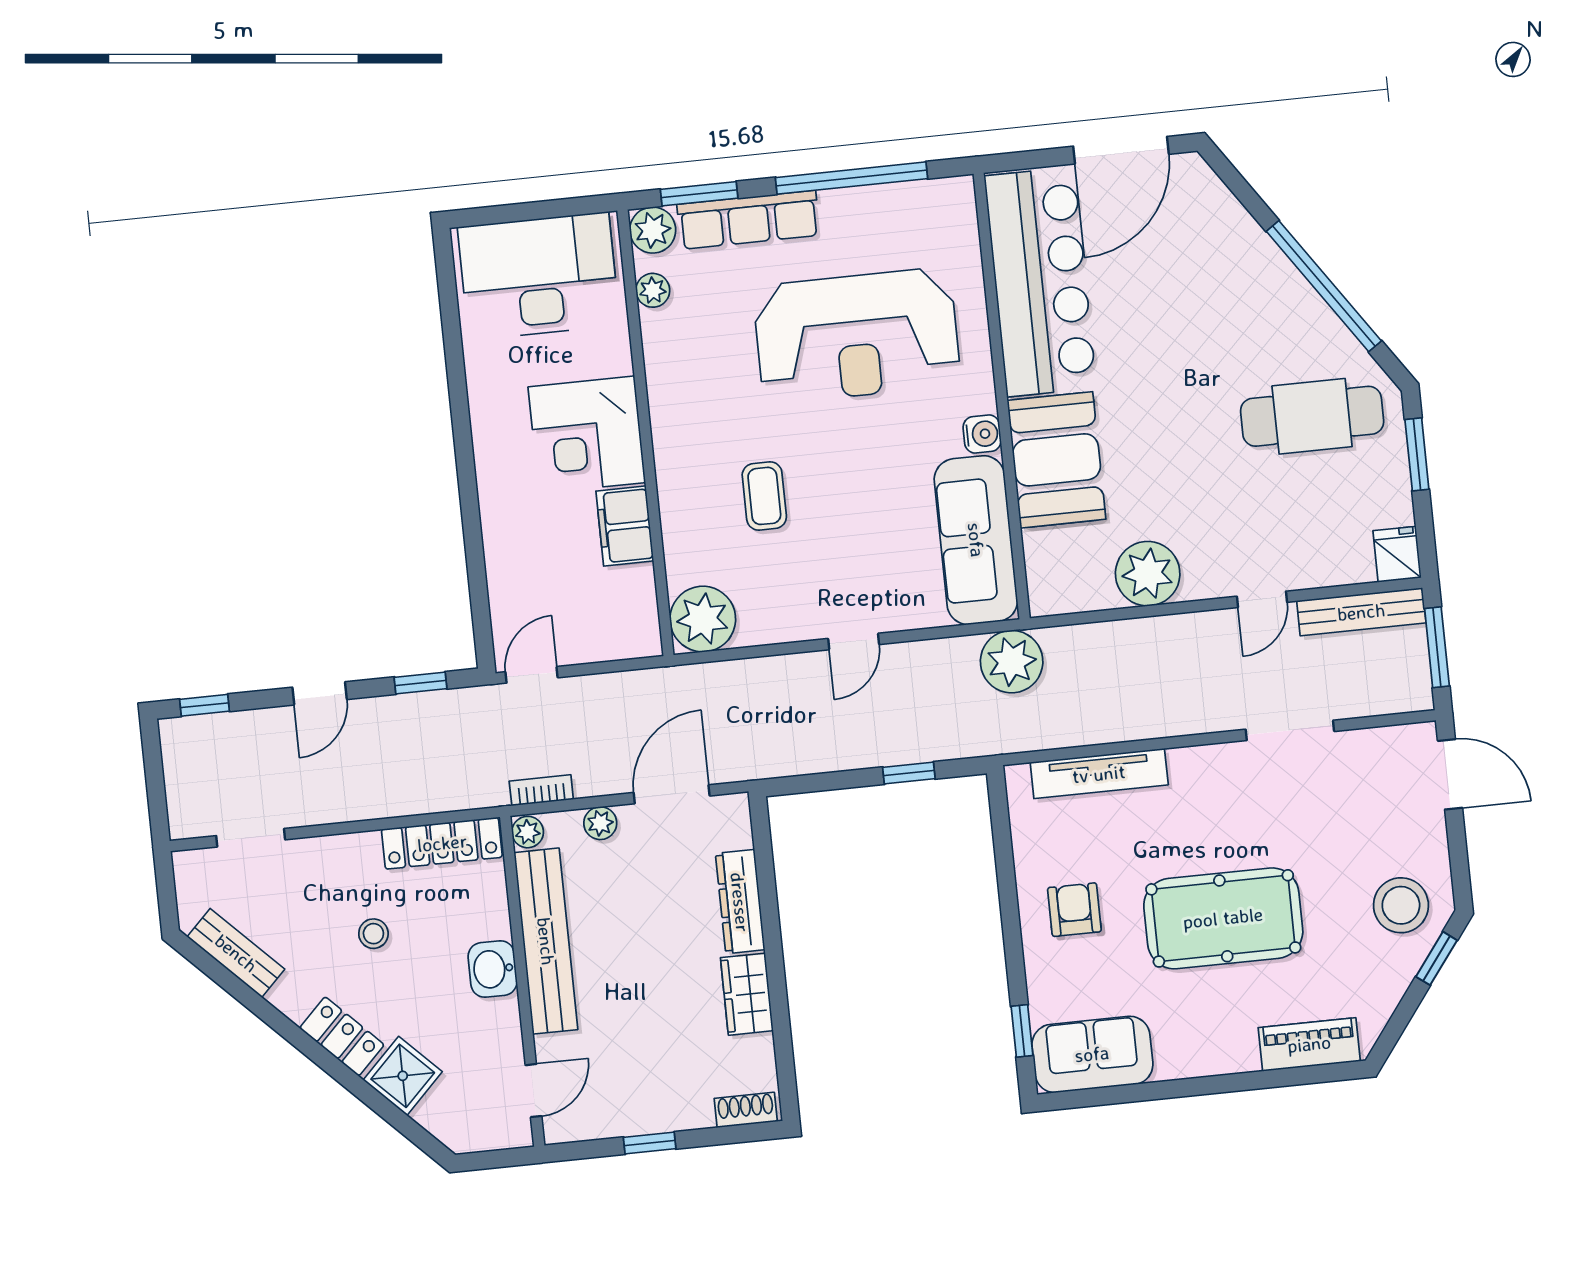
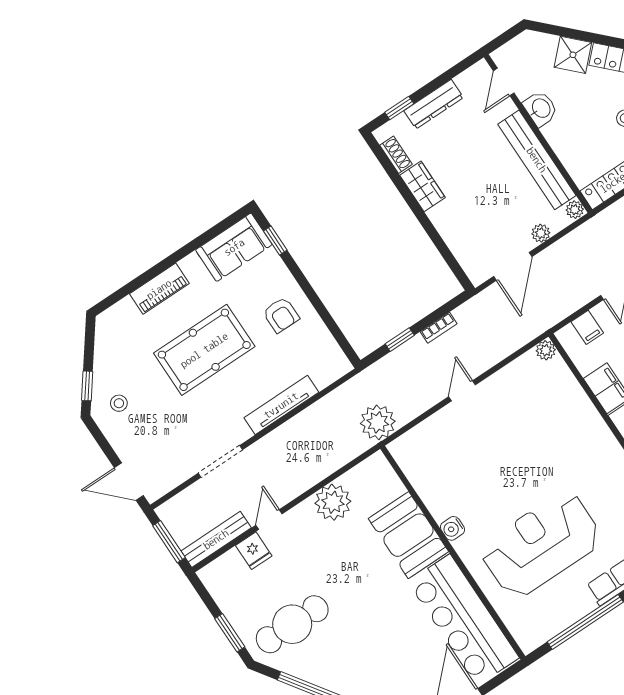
coffee table: (764, 496) -> (545, 440), removed
sofa: (976, 540) -> (428, 474), removed
fridge: (1397, 554) -> (254, 551), moved
plant: (703, 619) -> (546, 350), width x0.53, depth x0.53
filing cabinet: (605, 638) -> (587, 327), added
tv unit: (1099, 774) -> (281, 405), moved
bookcase: (541, 790) -> (439, 328), moved
dresser: (740, 902) -> (434, 104), moved, turned 90
stool: (1401, 905) -> (119, 403), width x0.53, depth x0.53
washbasin: (493, 969) -> (541, 109), moved
piano: (1309, 1044) -> (159, 289), moved
shoe rack: (746, 1110) -> (396, 155), moved, turned -90
window: (650, 1143) -> (399, 108), moved

